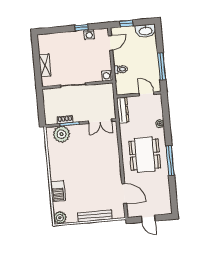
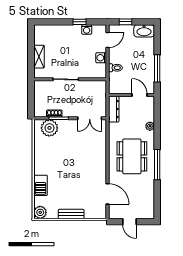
washing machine: (107, 76) -> (101, 58), moved
bench: (95, 216) -> (71, 214), width x0.73

